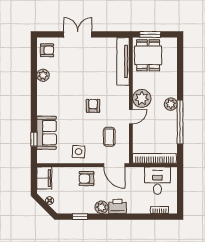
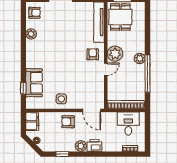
armchair: (93, 106) -> (93, 54), moved
coffee table: (109, 137) -> (87, 86), removed

